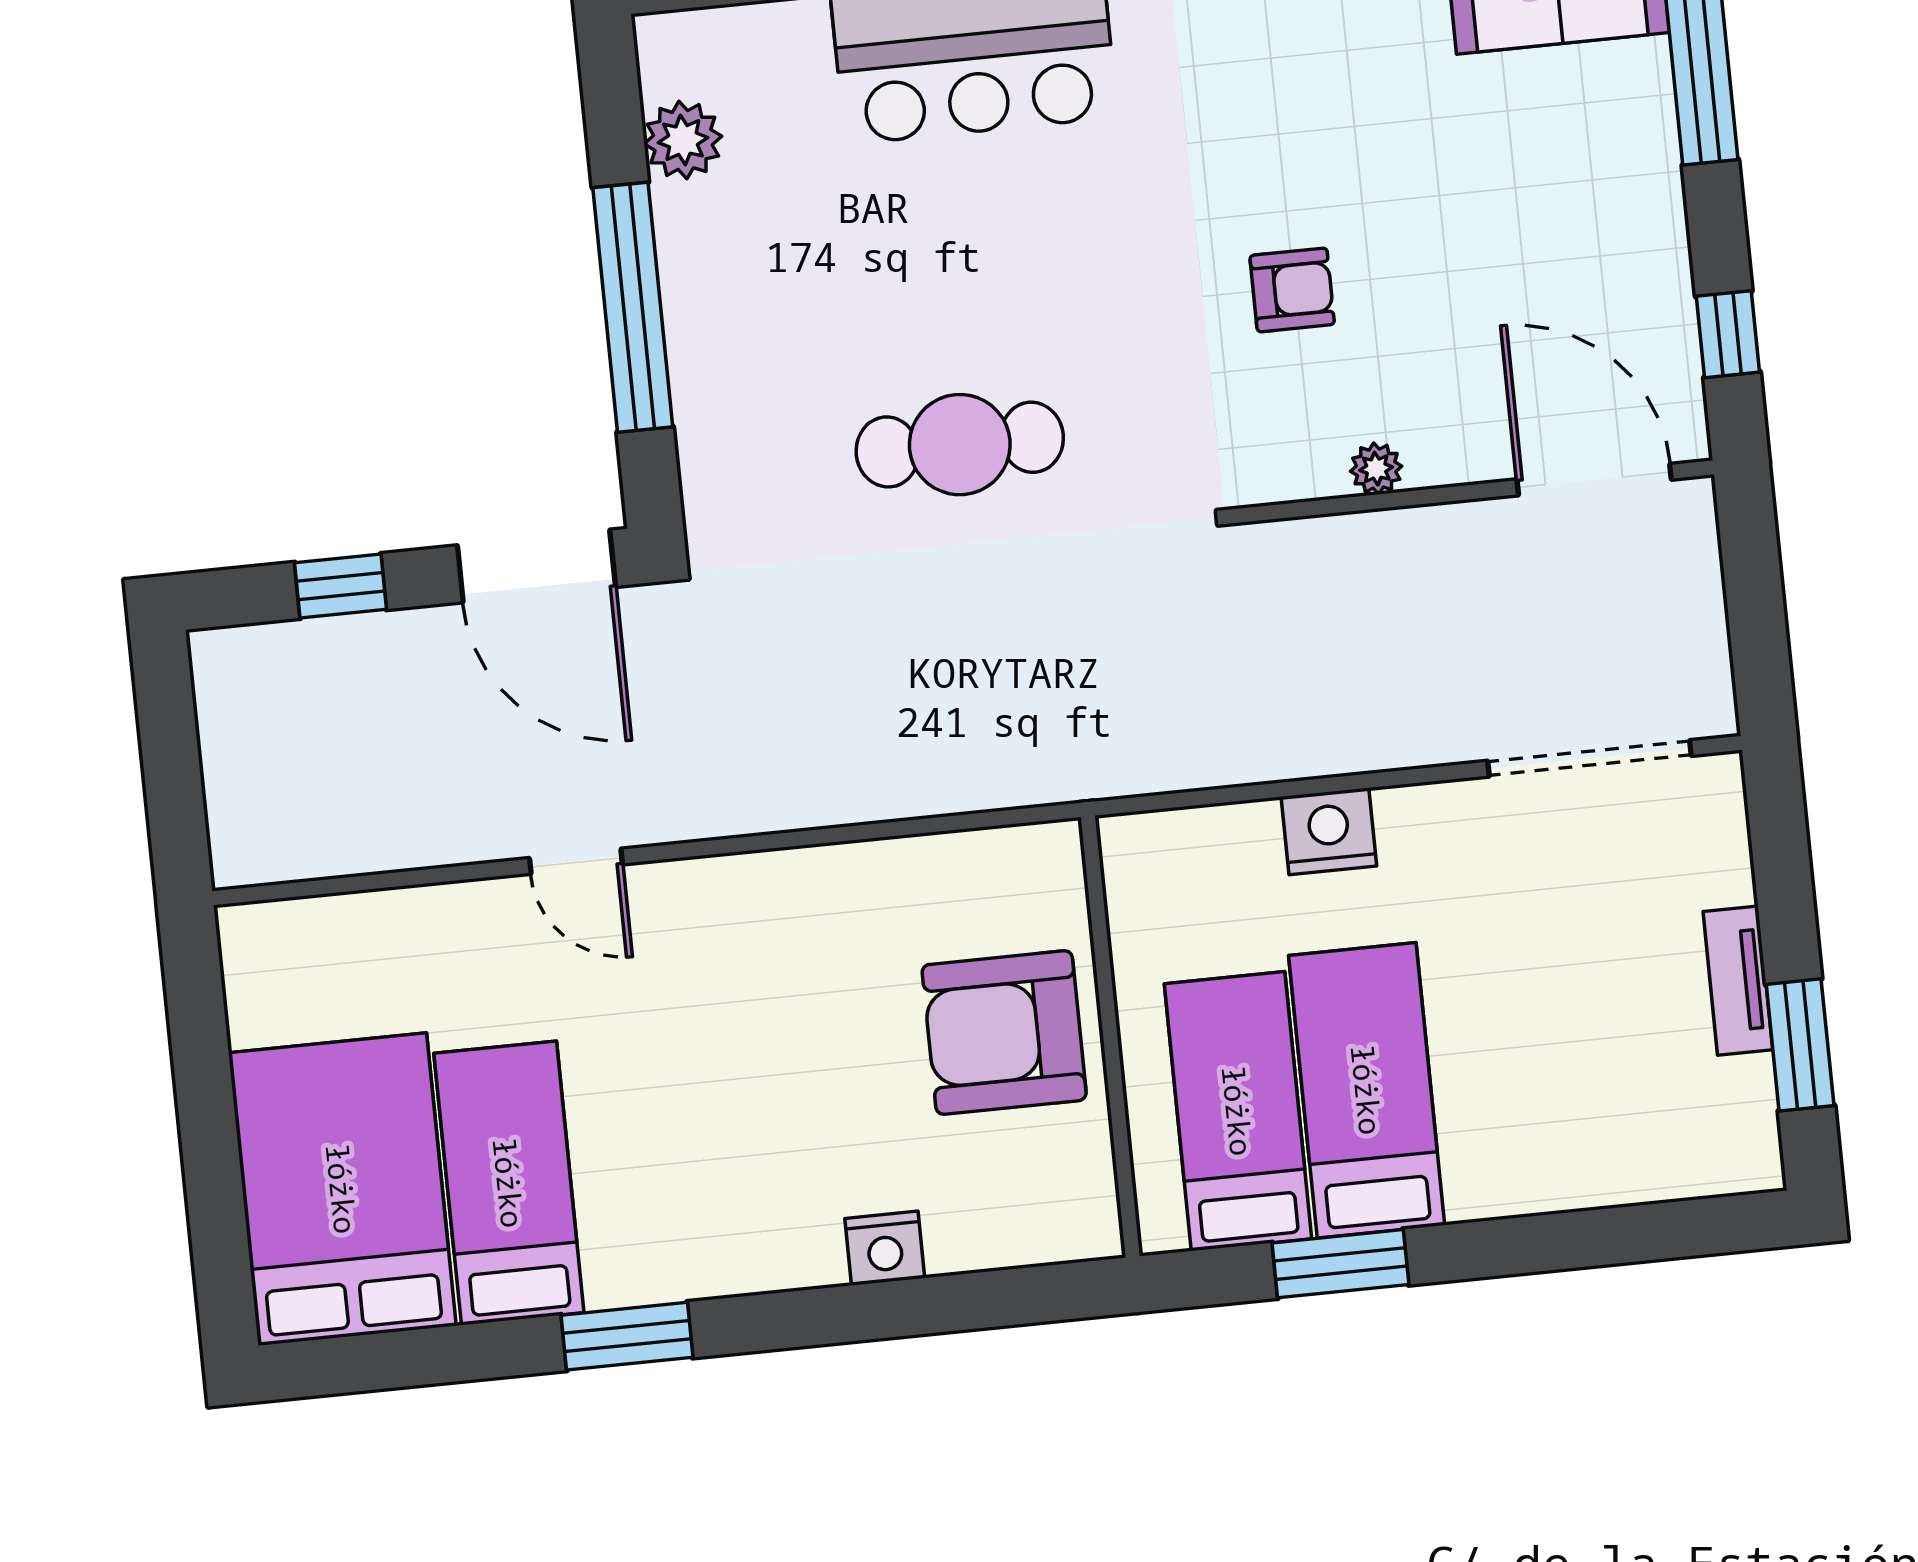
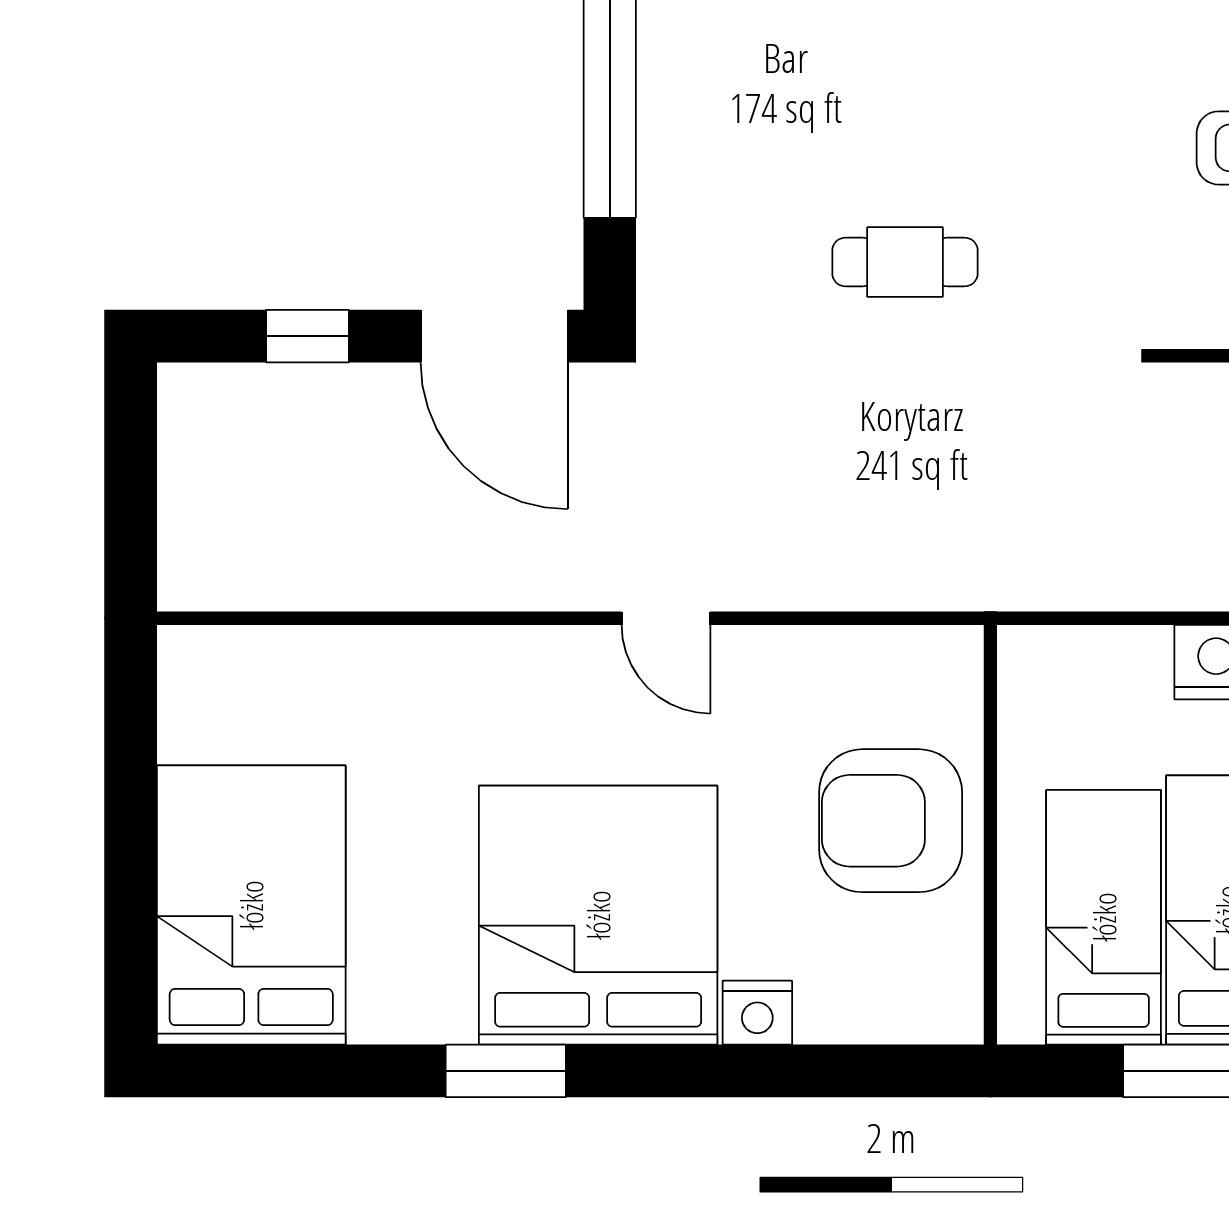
cafe table: (960, 445) -> (905, 262), width x0.73, depth x0.74
door: (576, 861) -> (666, 618), moved
bed: (509, 1183) -> (598, 915), moved, width x2.04

